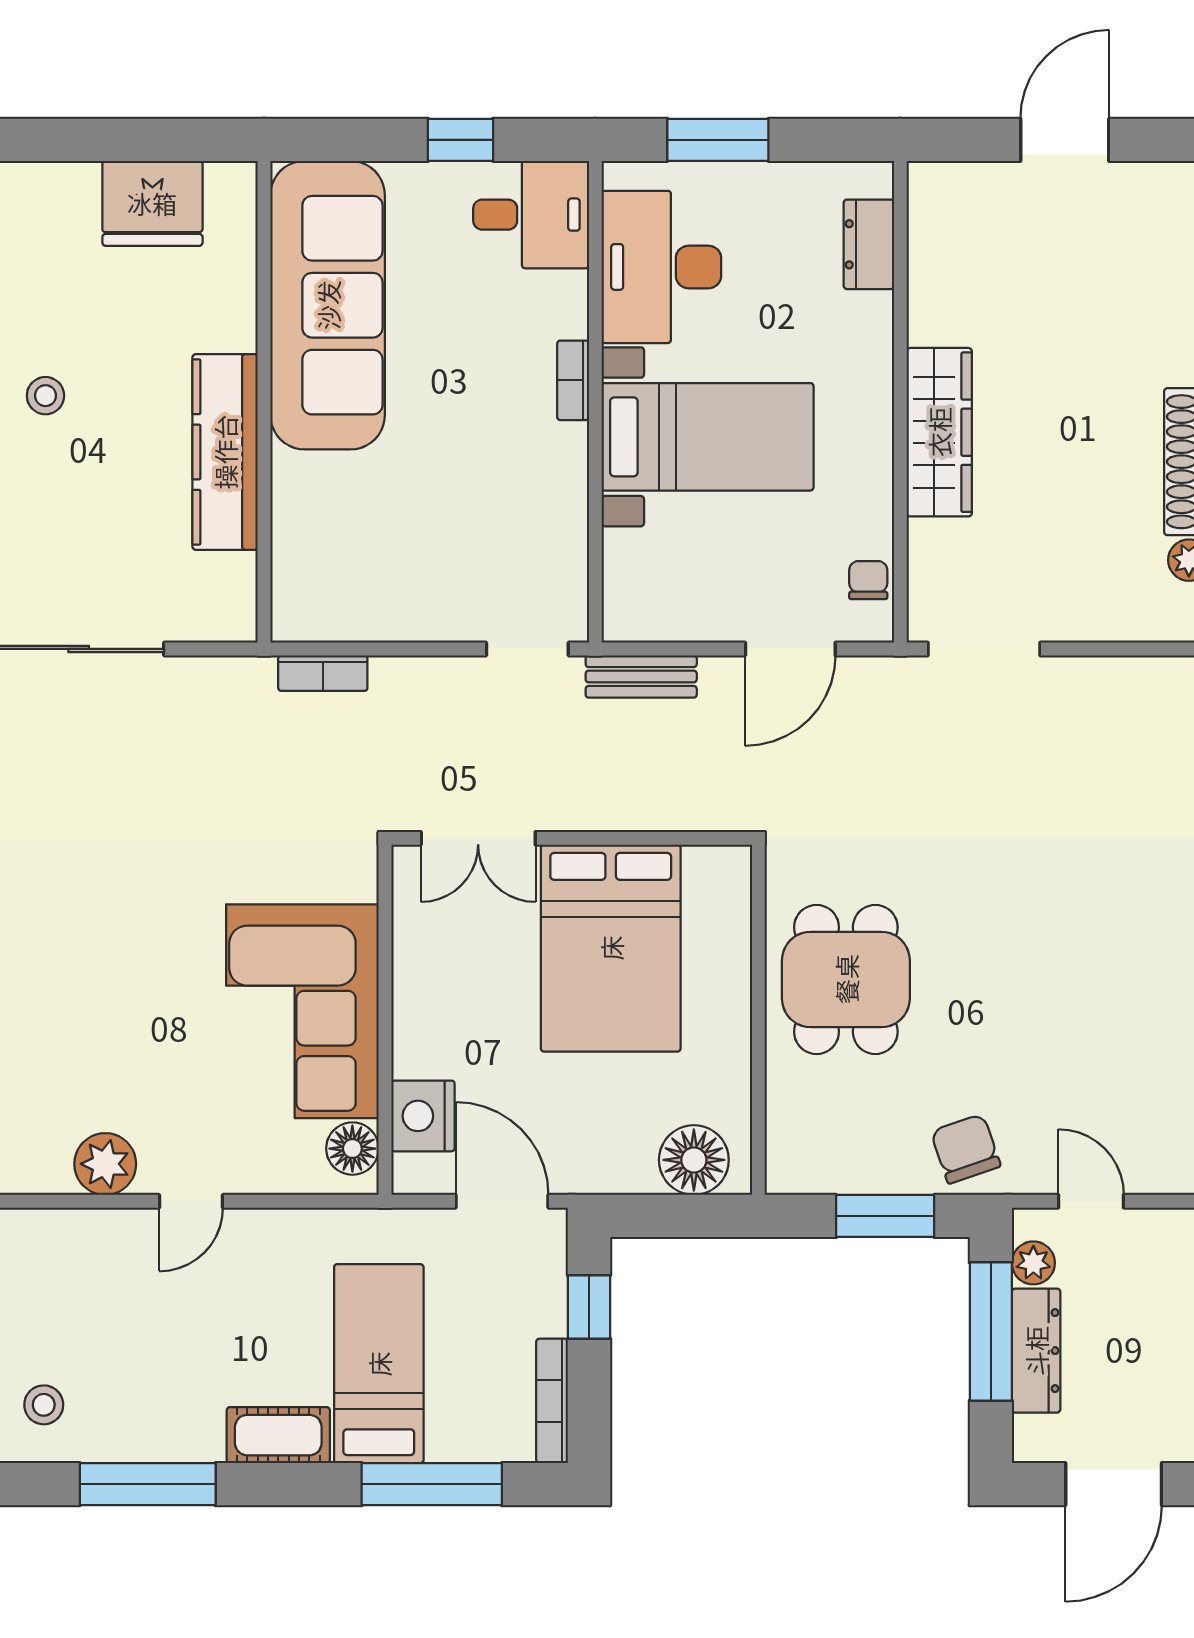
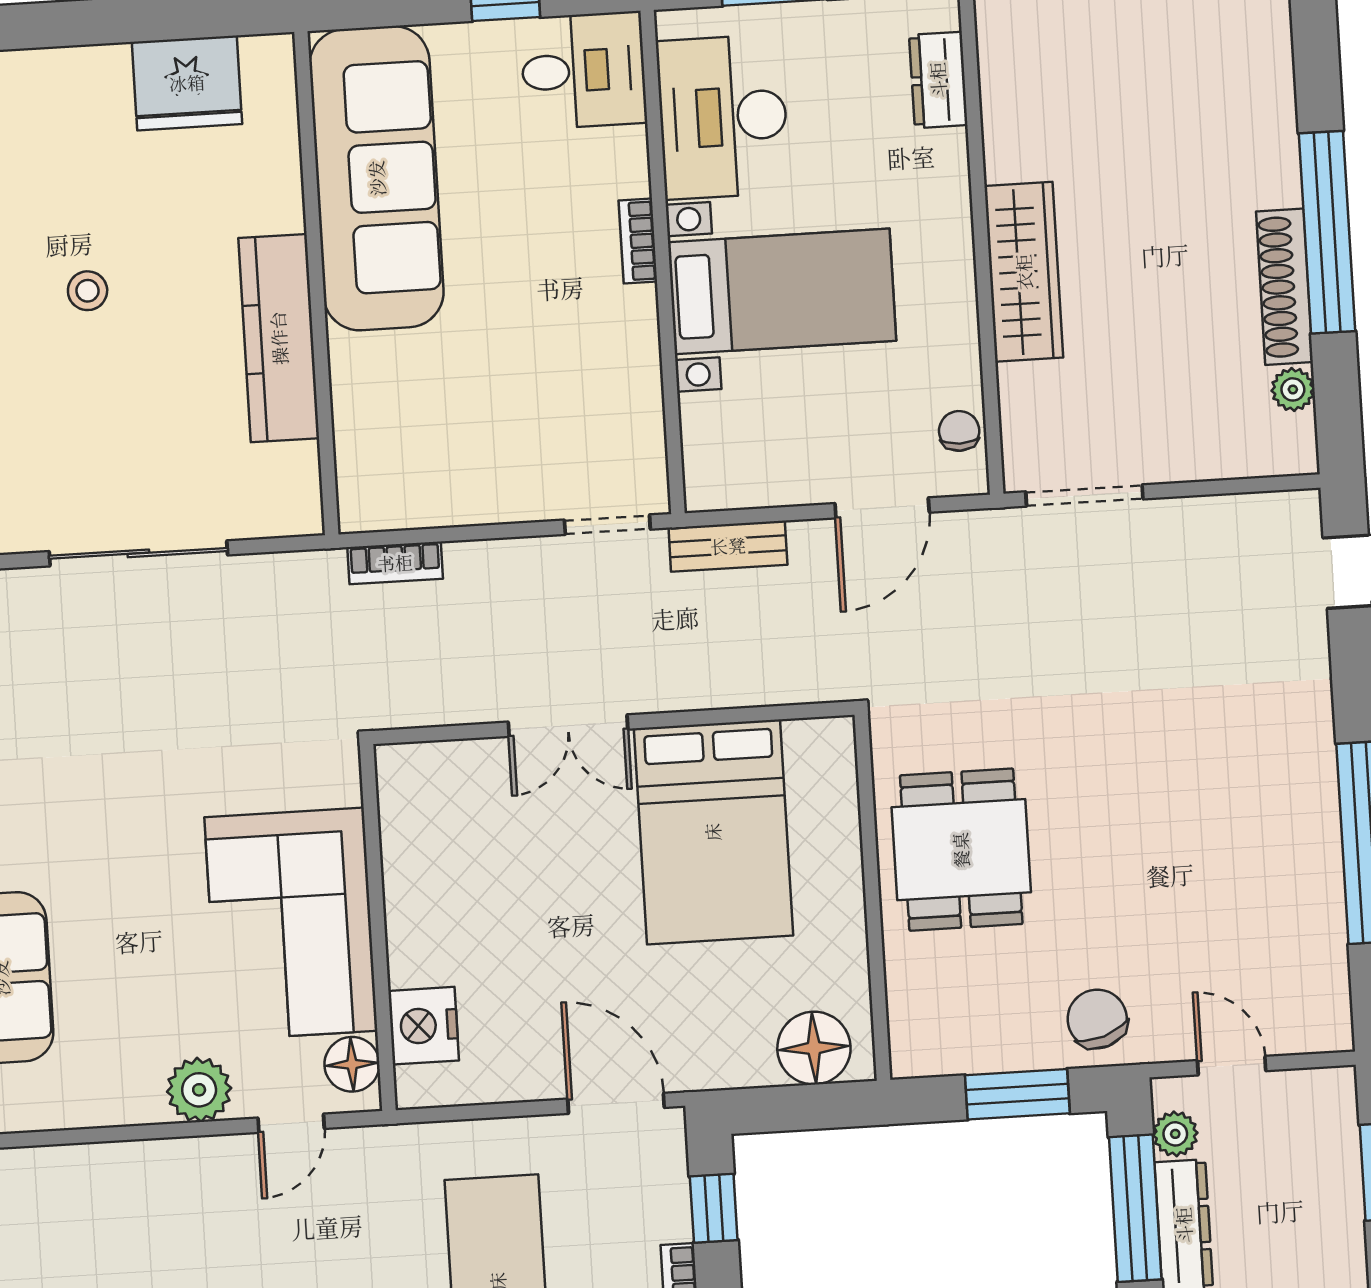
corner sofa: (302, 1011) -> (291, 924), moved
wall: (385, 1020) -> (378, 928), moved
nightstand: (423, 1116) -> (424, 1026), moved
floor lamp: (352, 1149) -> (352, 1064), moved

